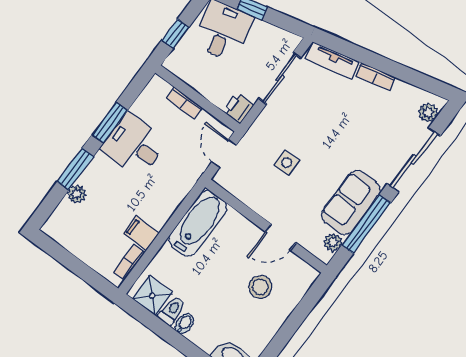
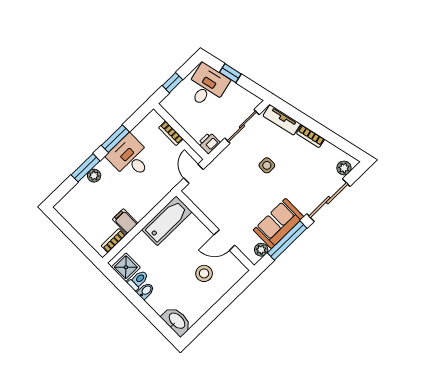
side table: (287, 163) -> (267, 165), moved
plant: (77, 194) -> (94, 176), moved

